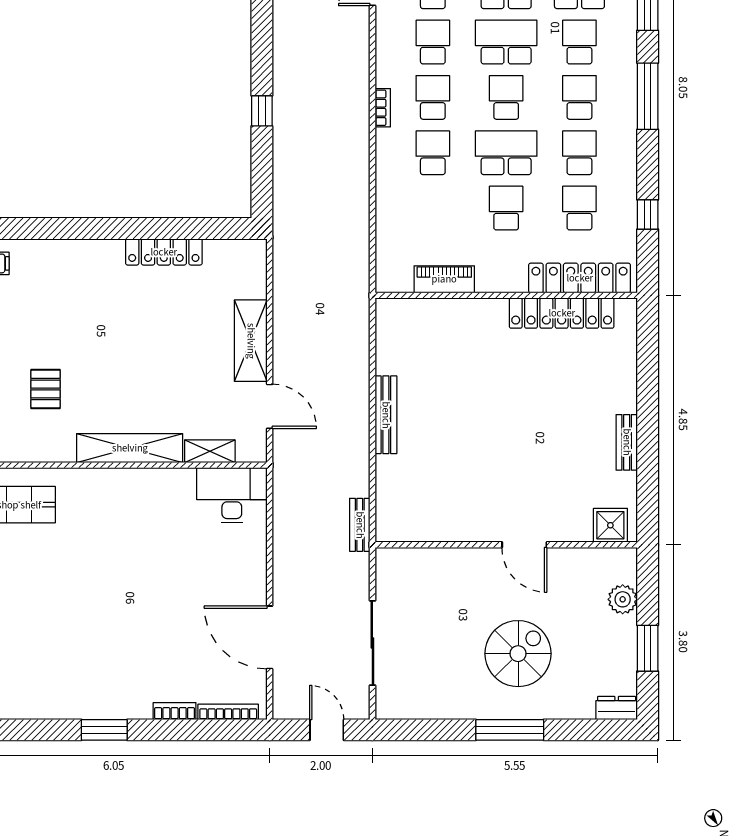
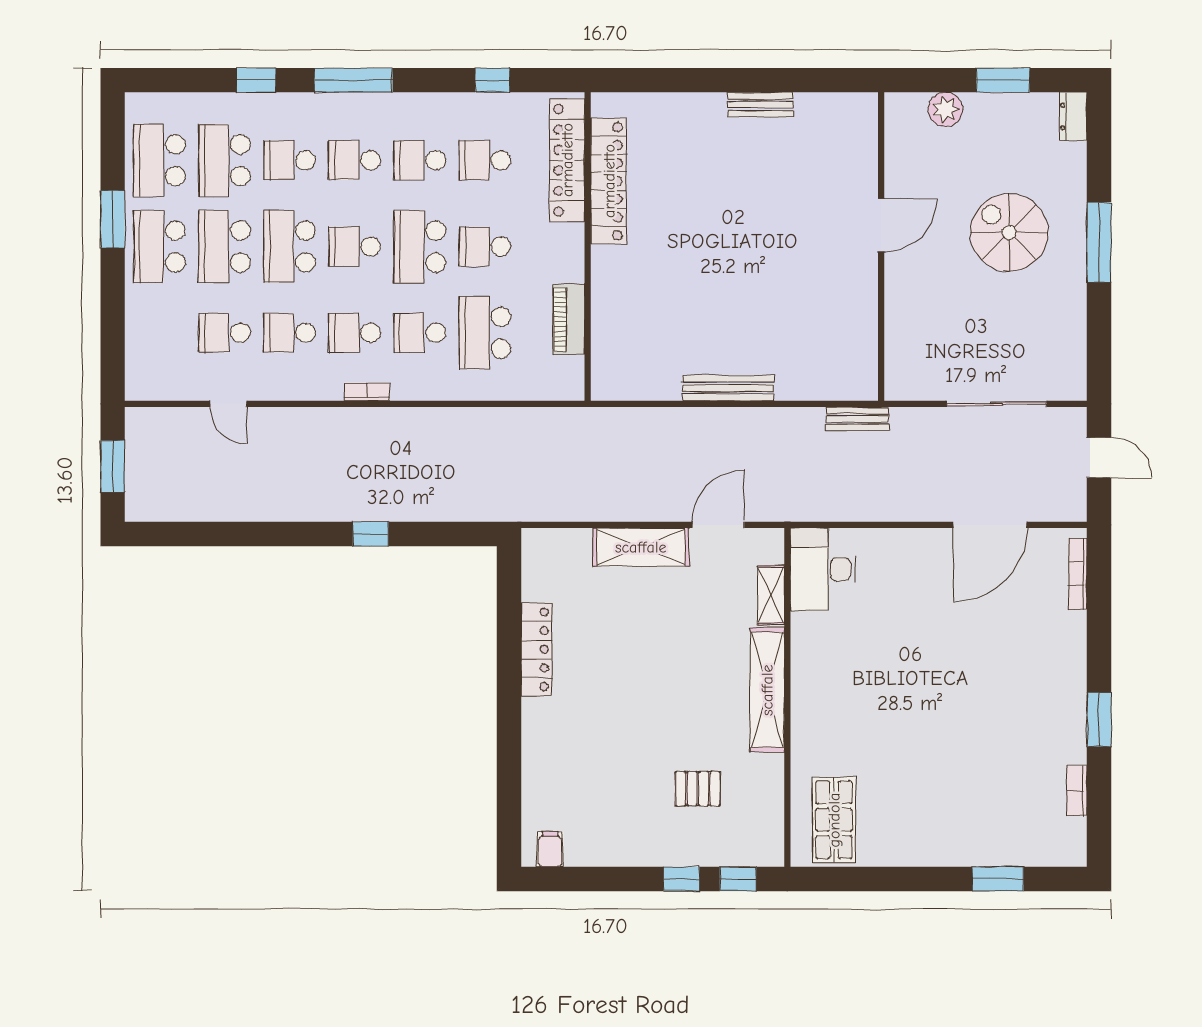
school desk: (433, 208) -> (485, 333), added
shower: (610, 525) -> (858, 124), removed
bookcase: (175, 711) -> (1077, 791), moved
door: (327, 730) -> (1099, 458), swing flipped

